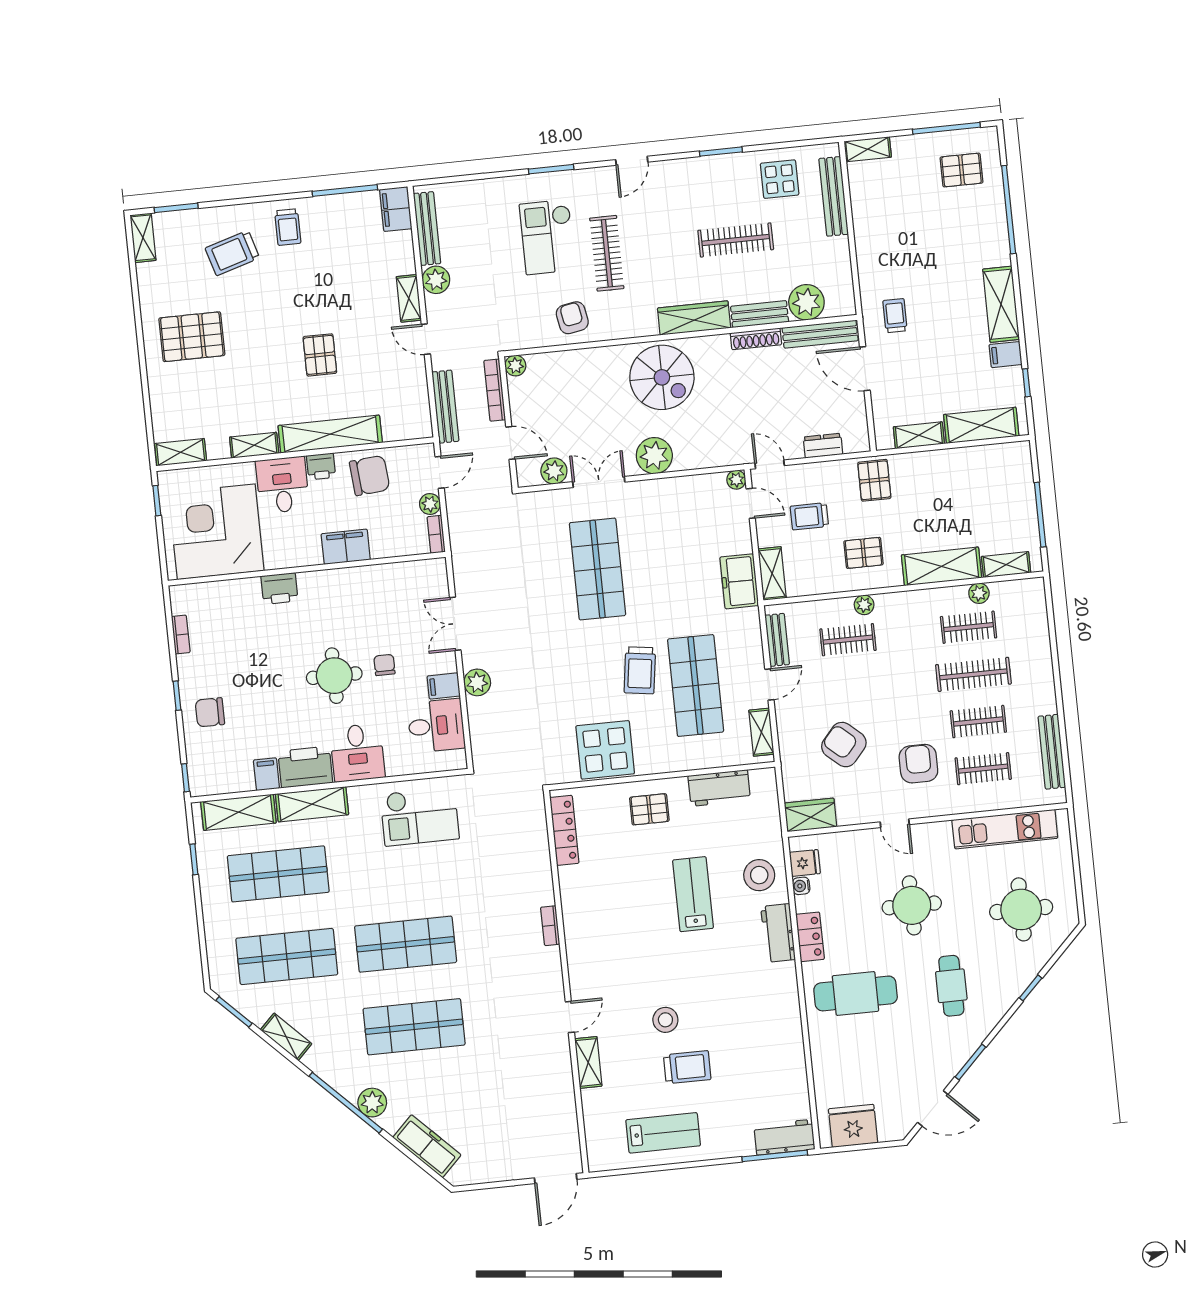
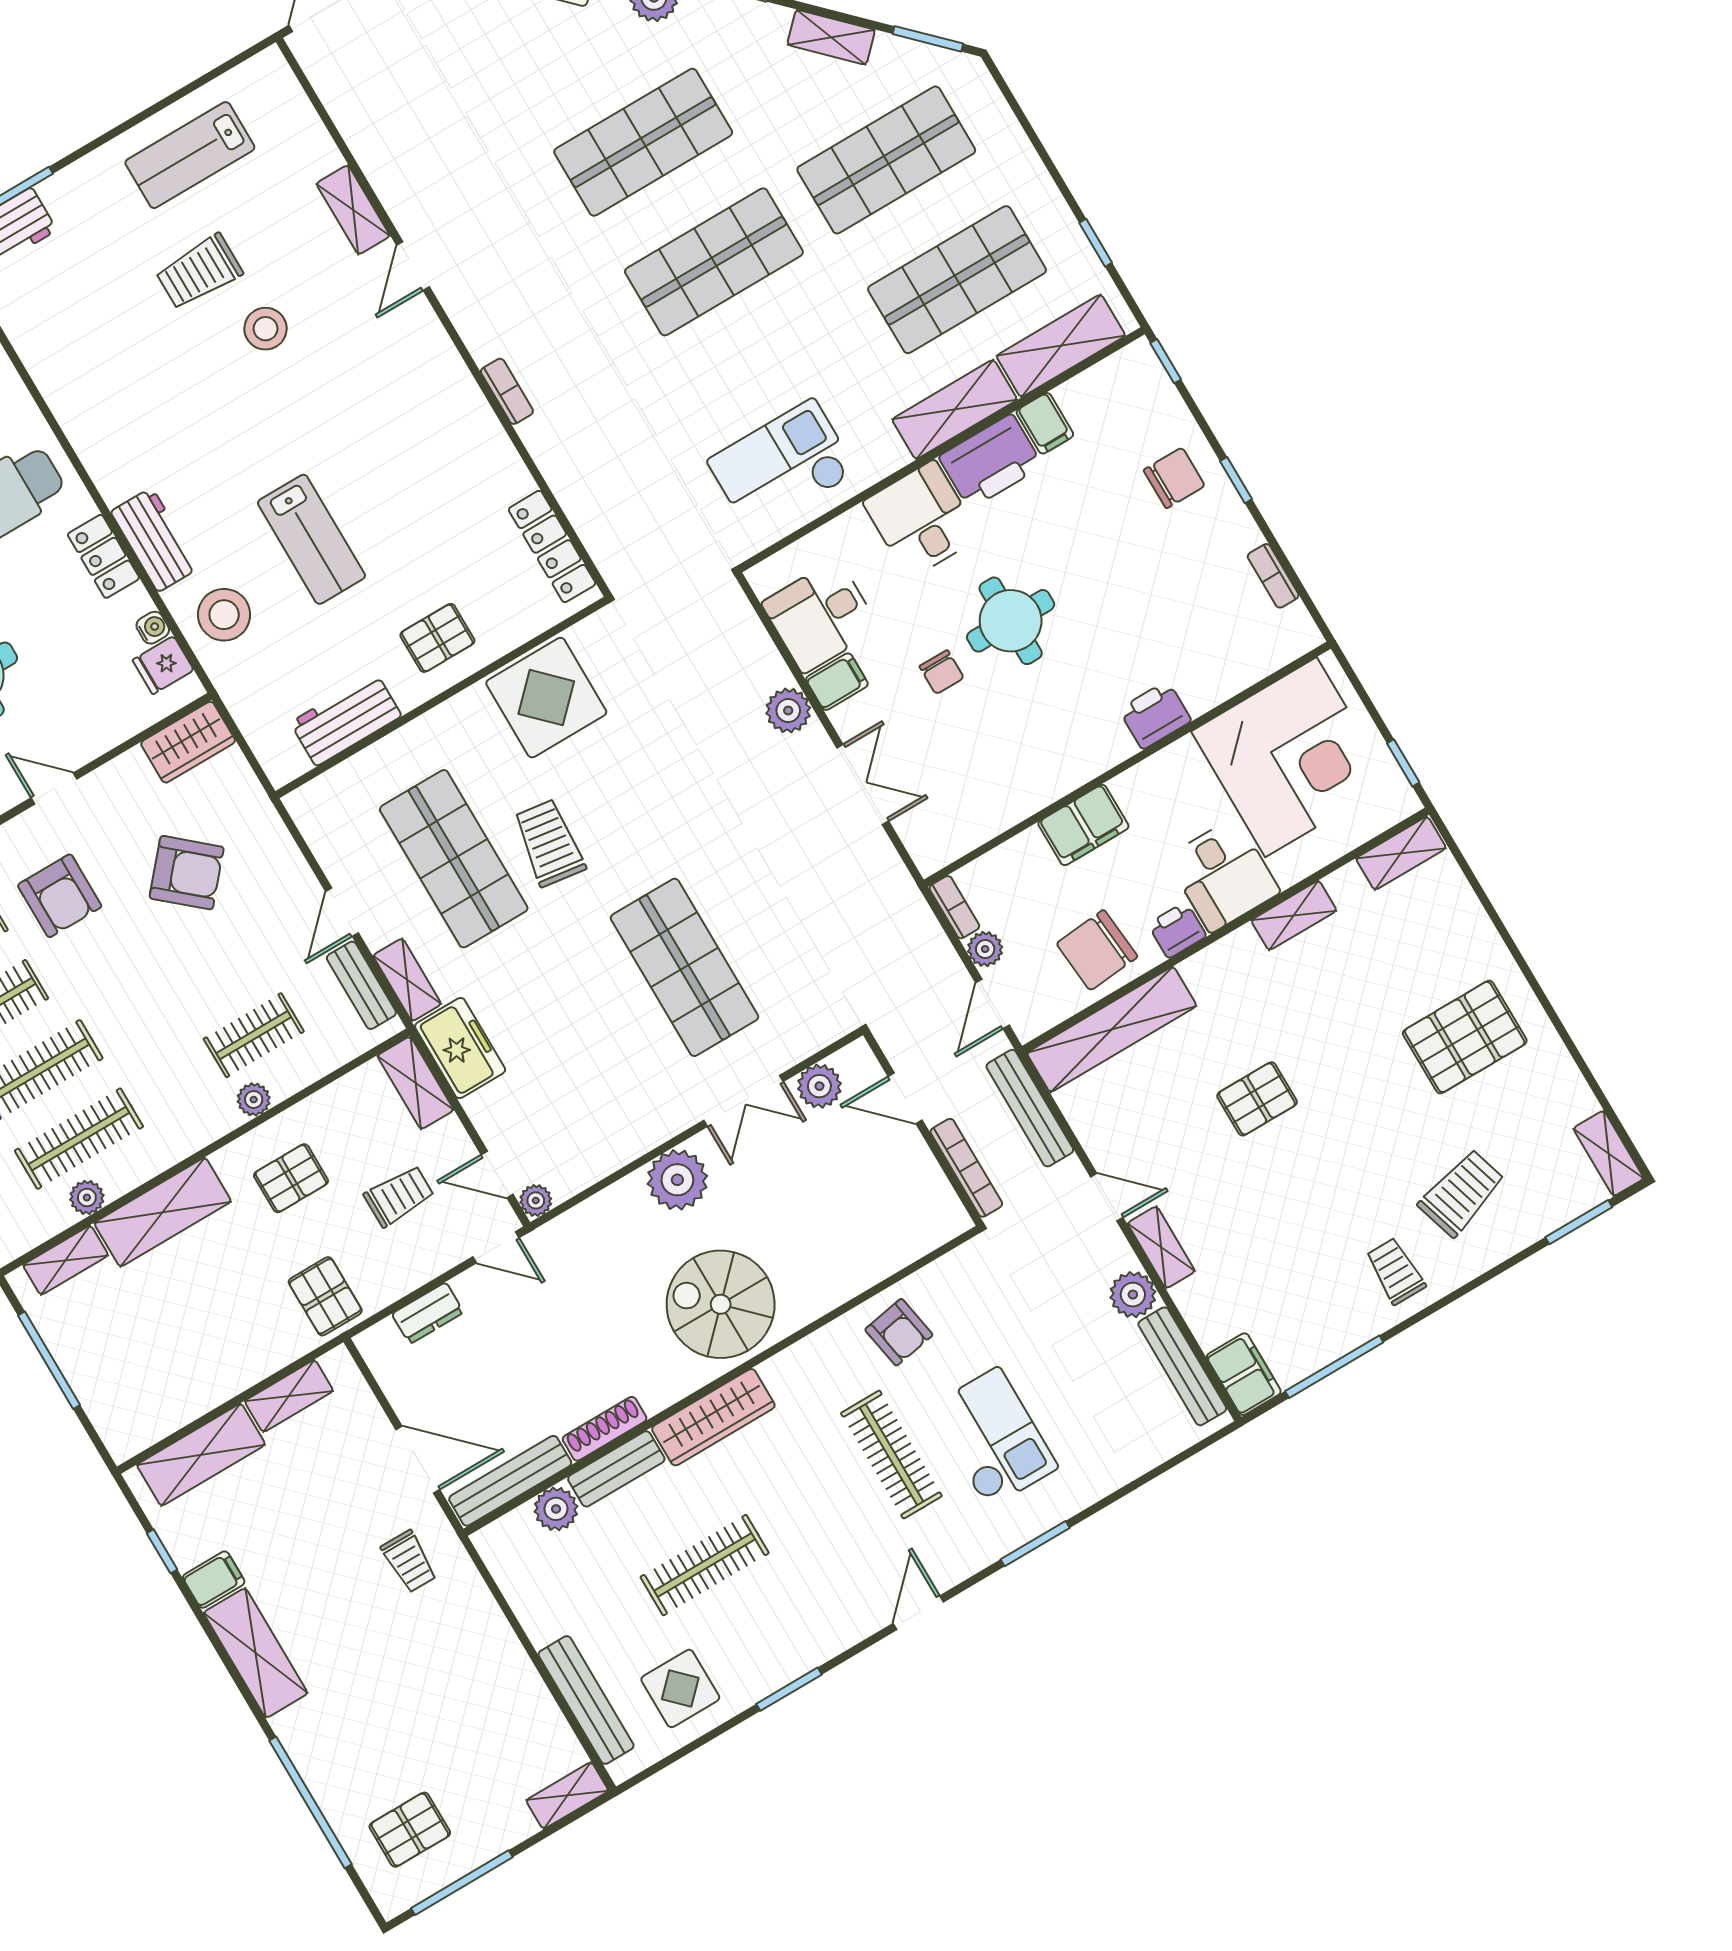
plant: (806, 302) -> (556, 1509), width x0.73, depth x0.73
pallet: (320, 355) -> (1257, 1099), turned 90
plant: (515, 366) -> (952, 1220), removed
shelving: (330, 434) -> (1112, 1029), moved
clothes rail: (969, 627) -> (79, 1139), width x1.36
shelving: (761, 732) -> (407, 980), moved

